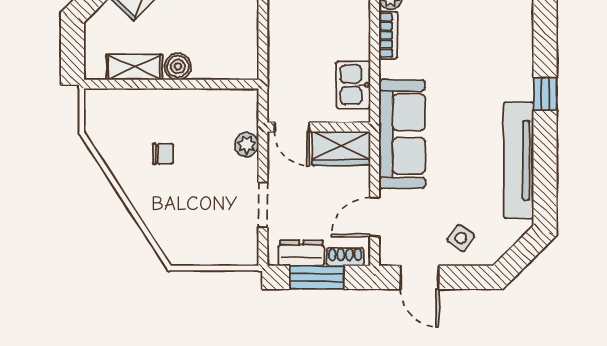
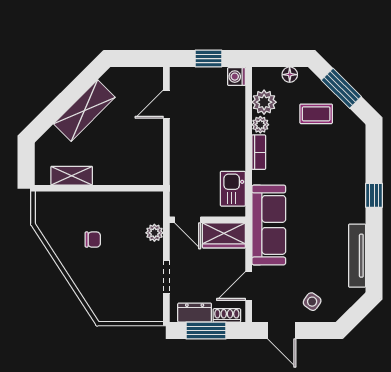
boiler: (178, 66) -> (104, 175), removed
tv unit: (519, 160) -> (357, 256), width x0.73, depth x0.78

